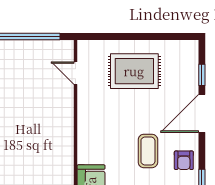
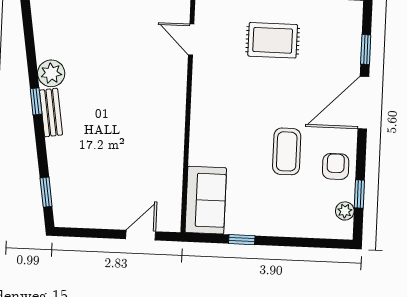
rug: (134, 71) -> (273, 40), width x0.73, depth x0.70
armchair: (184, 160) -> (336, 166), turned 180

